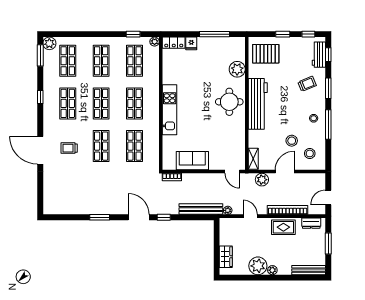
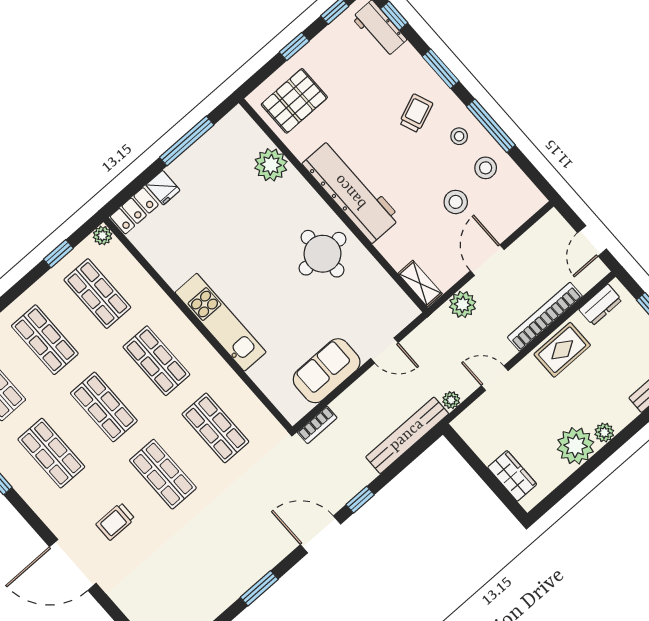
trolley: (307, 84) -> (416, 113), moved
round table: (229, 102) -> (322, 254), moved
stool: (310, 153) -> (486, 168), moved
door: (232, 172) -> (384, 351), moved

